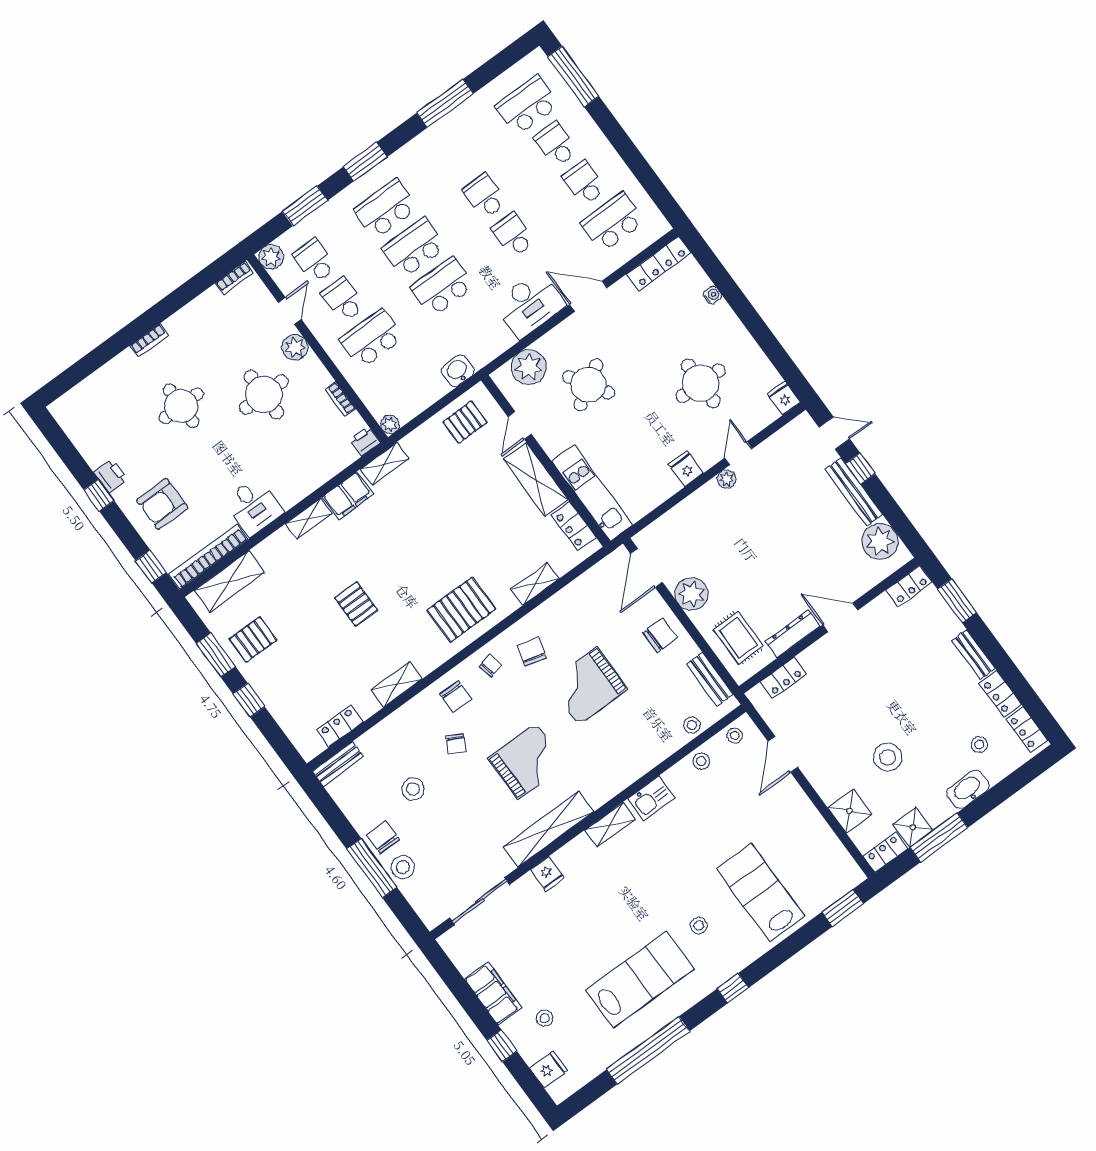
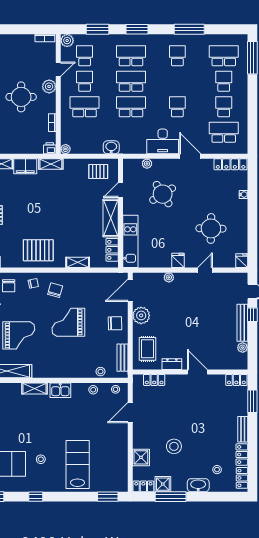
school desk: (485, 196) -> (177, 56), moved
plant: (529, 367) -> (147, 164), width x0.53, depth x0.53
plant: (726, 479) -> (169, 277), moved
plant: (880, 541) -> (243, 348), width x0.53, depth x0.53
dresser: (793, 634) -> (172, 364), width x0.70

